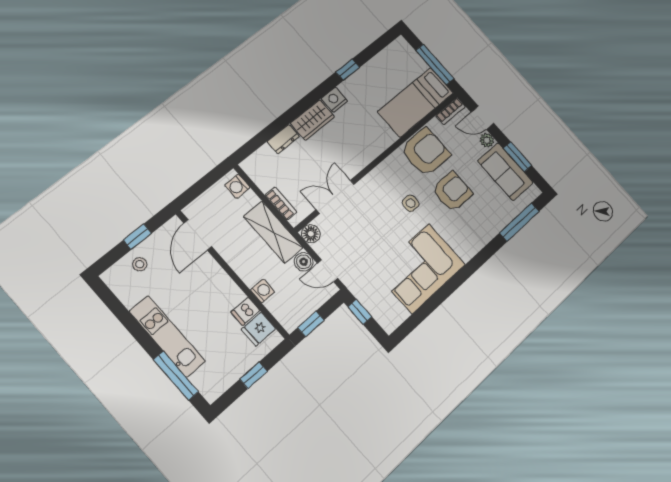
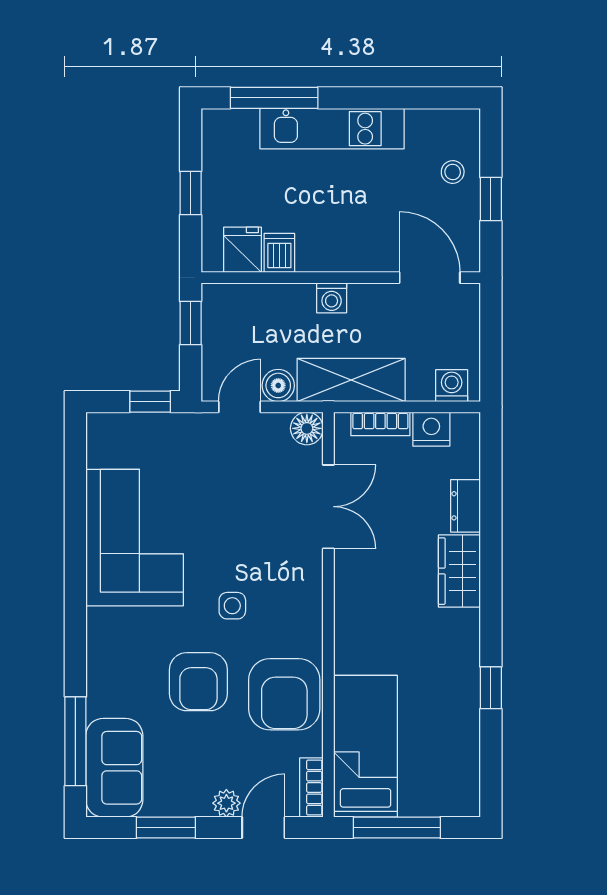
nightstand: (334, 100) -> (431, 429), moved, turned -90
sofa: (505, 172) -> (114, 768), moved, turned 90
washing machine: (263, 291) -> (332, 298), moved

